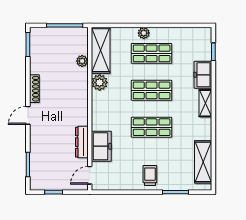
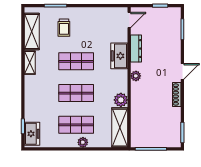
plant: (82, 61) -> (136, 76), moved
freezer: (203, 75) -> (32, 134), moved
shelving: (205, 103) -> (30, 63), moved
freezer: (101, 146) -> (119, 56), moved
trolley: (150, 175) -> (64, 28), moved

